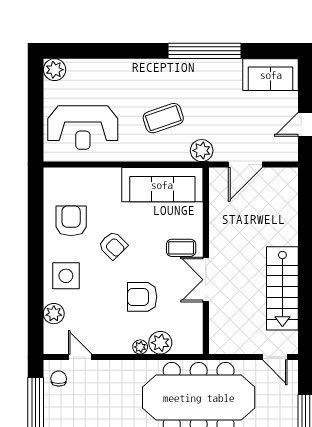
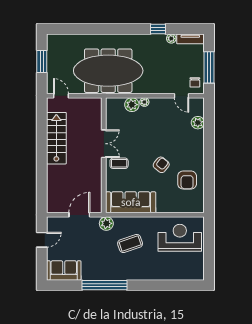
plant: (55, 70) -> (197, 273), removed
armchair: (113, 245) -> (161, 165), turned 84
side table: (66, 276) -> (190, 146), removed
armchair: (142, 297) -> (143, 133), removed

